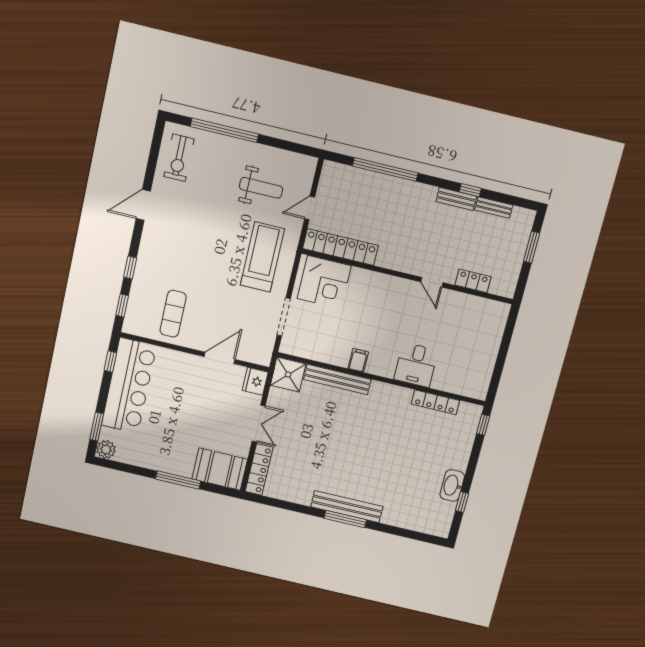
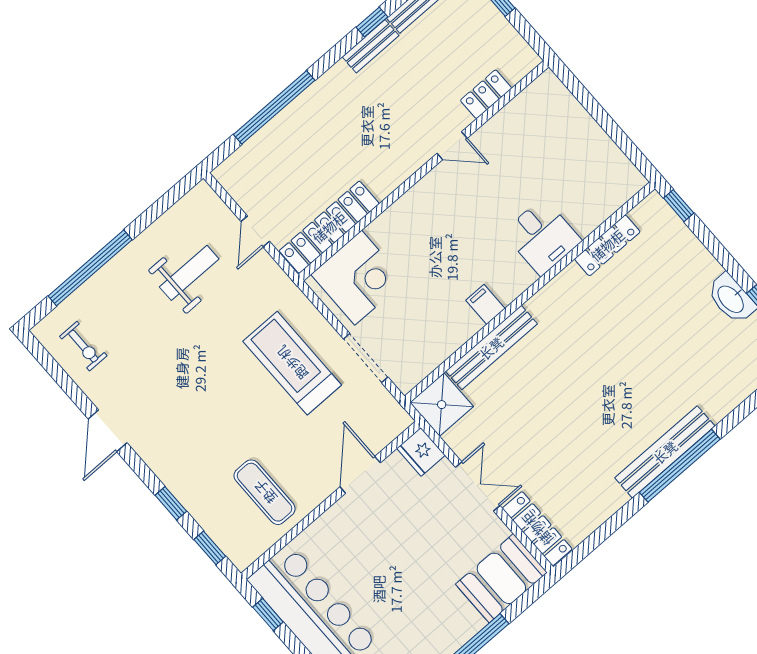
exercise bike: (179, 158) -> (83, 346), width x0.73, depth x0.72
treadmill: (262, 257) -> (292, 363), moved
window: (345, 519) -> (680, 466), width x1.46

